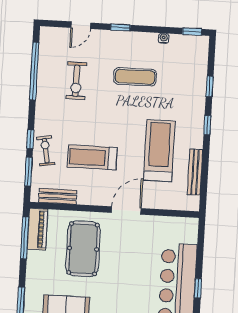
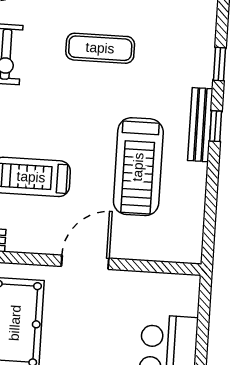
treadmill: (159, 151) -> (138, 167), turned 180
bench: (195, 172) -> (200, 125), moved

